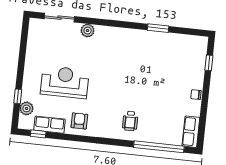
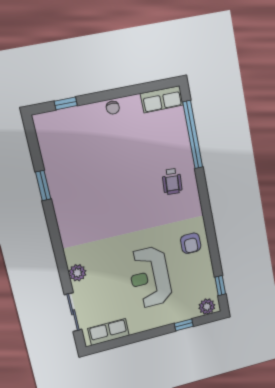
plant: (26, 108) -> (207, 307), moved
armchair: (79, 121) -> (191, 243), turned -90
wheelchair: (130, 121) -> (172, 181), turned 94
row of seats: (50, 125) -> (108, 332), moved, turned 90

